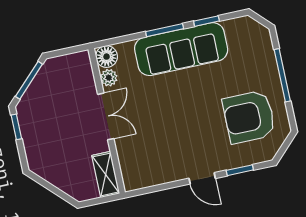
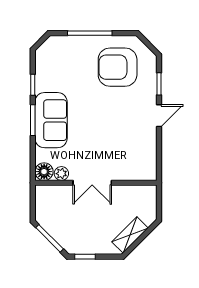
sofa: (181, 49) -> (51, 120), width x0.73
double door: (106, 116) -> (92, 183), swing flipped
armchair: (249, 117) -> (118, 67), turned 90
shelving: (106, 174) -> (130, 235), moved, turned -45

